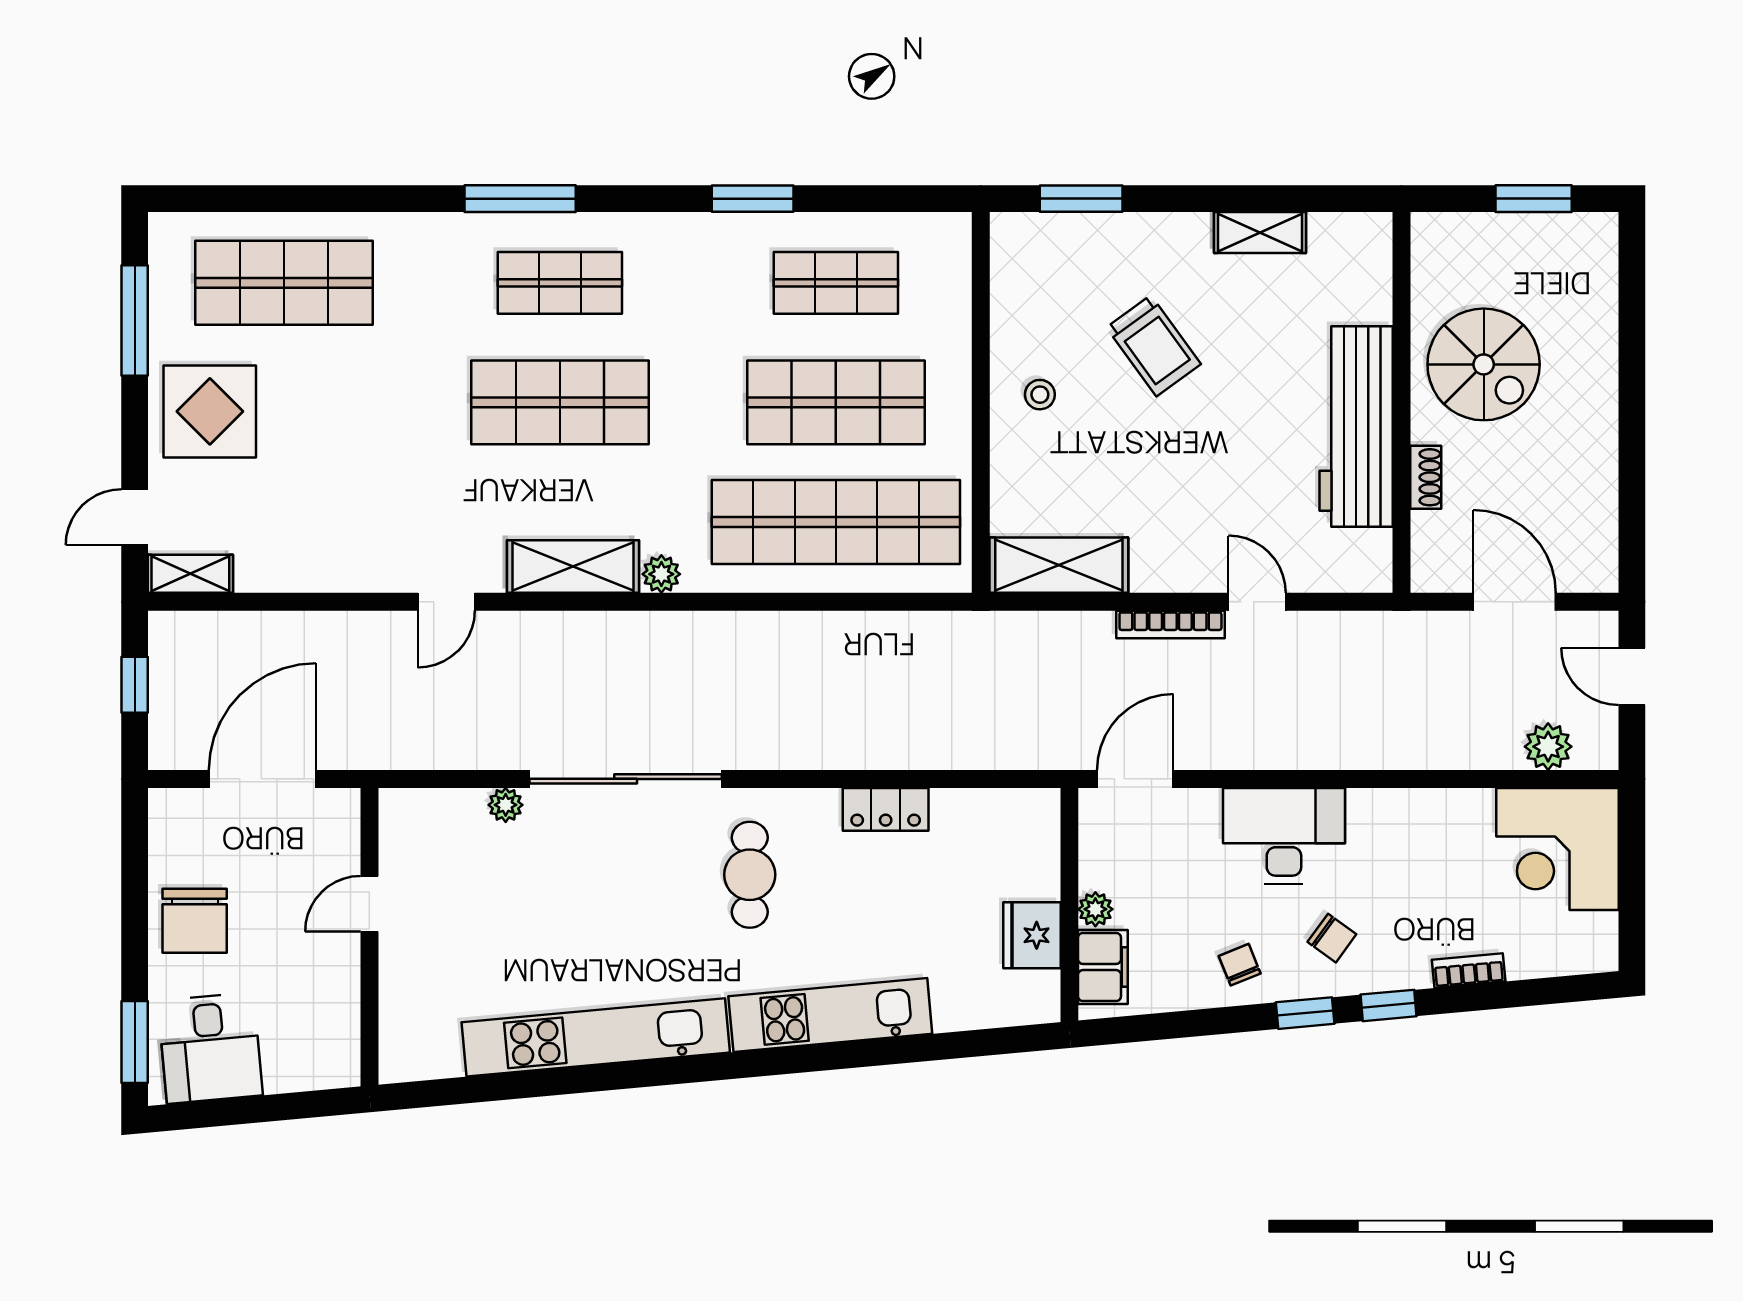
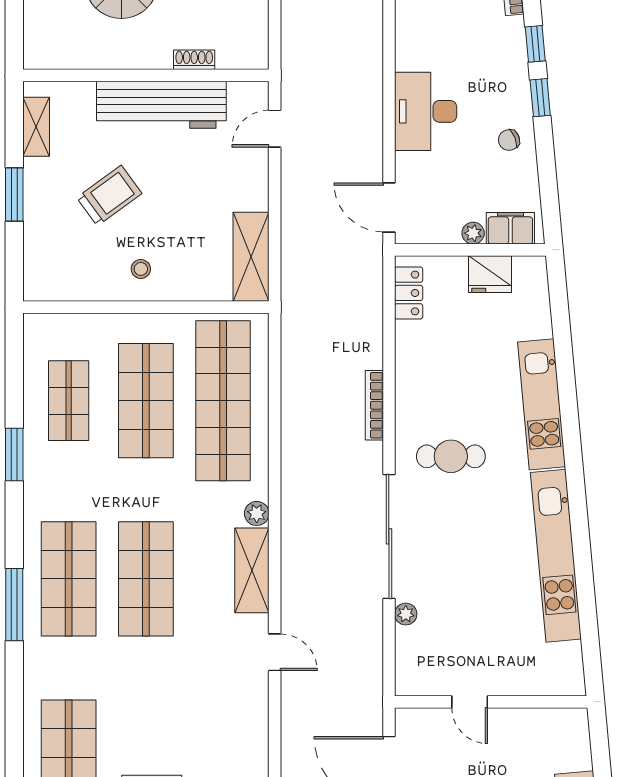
window: (1081, 199) -> (14, 195), moved
shop shelf: (560, 283) -> (69, 579), width x1.43, depth x1.36
wall: (1402, 402) -> (146, 75), moved
workbench: (1356, 426) -> (161, 105), moved
shoe rack: (1426, 477) -> (194, 60), moved
bookcase: (1170, 624) -> (374, 405), moved, turned 180
locker: (886, 809) -> (409, 293), moved
chair: (1332, 938) -> (492, 80), removed

